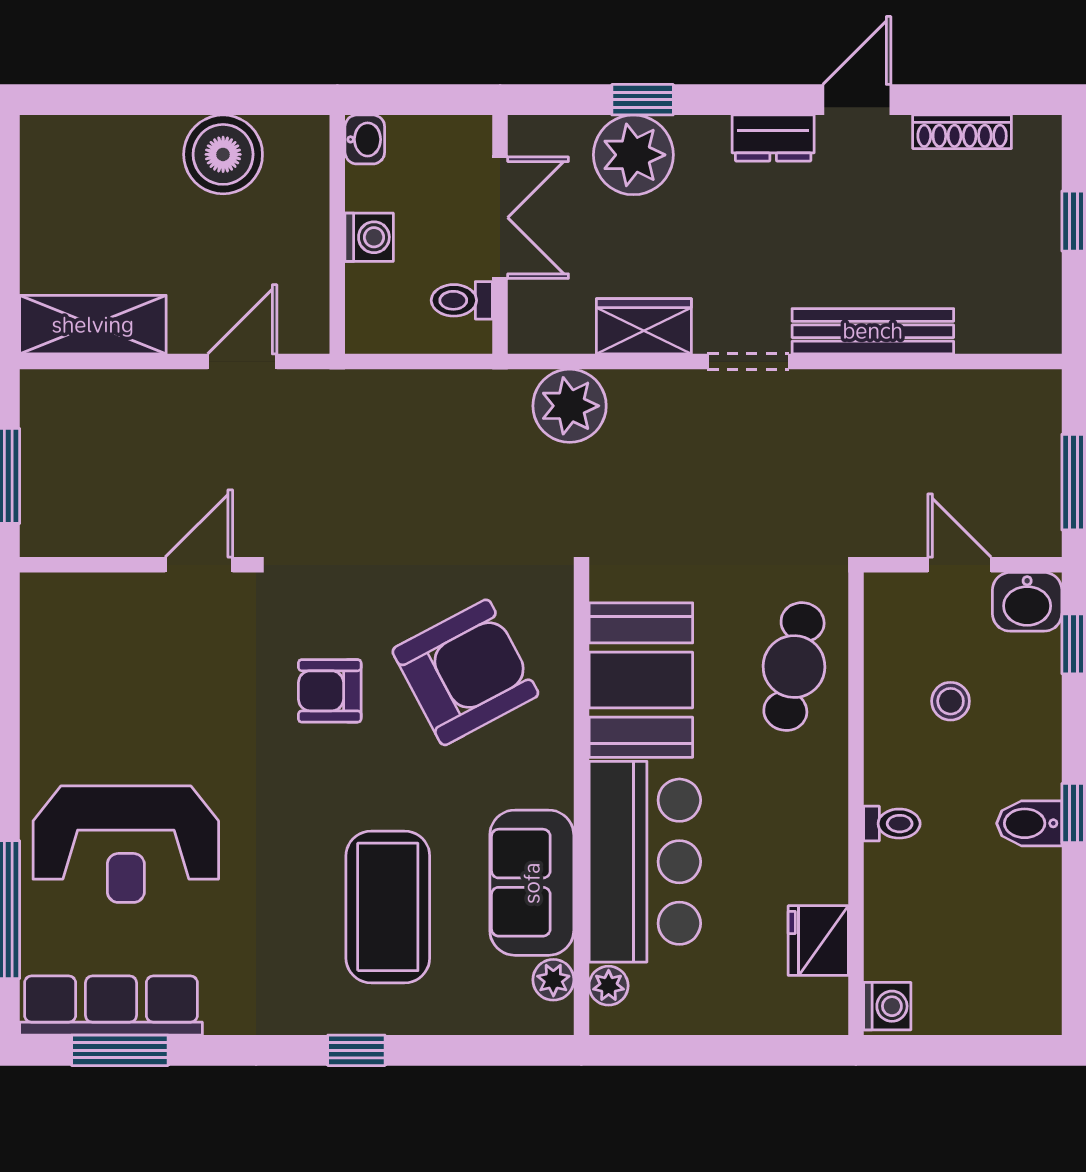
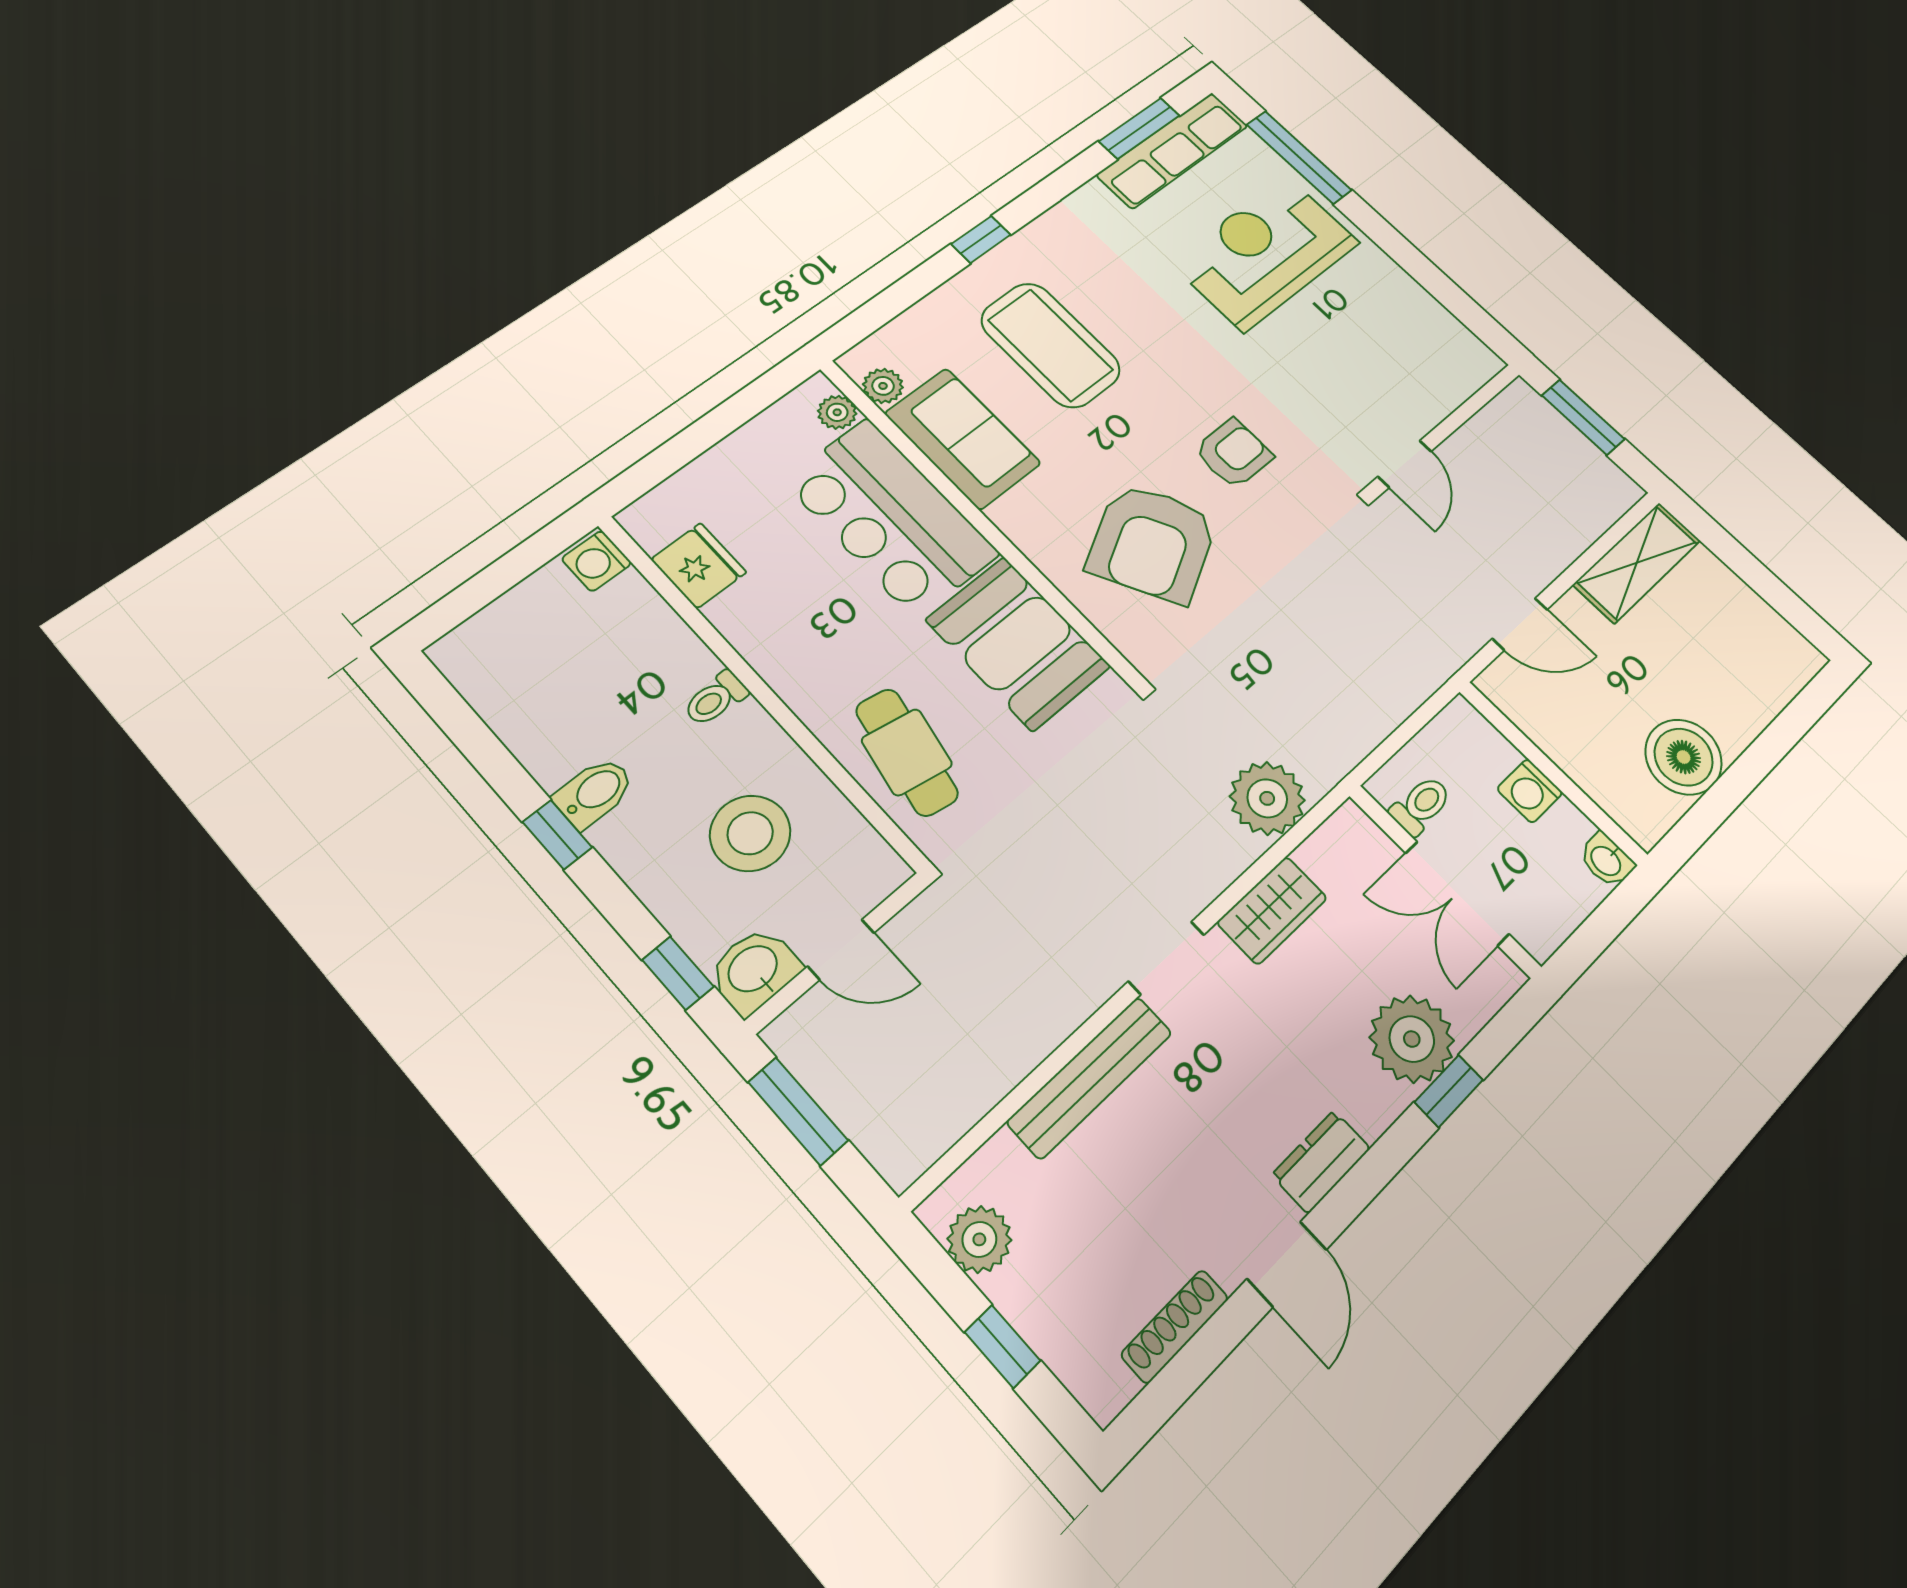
plant: (1035, 297) -> (979, 1239), added
door: (242, 362) -> (1520, 624), hinge flipped
stool: (951, 701) -> (750, 833), width x1.89, depth x1.89

